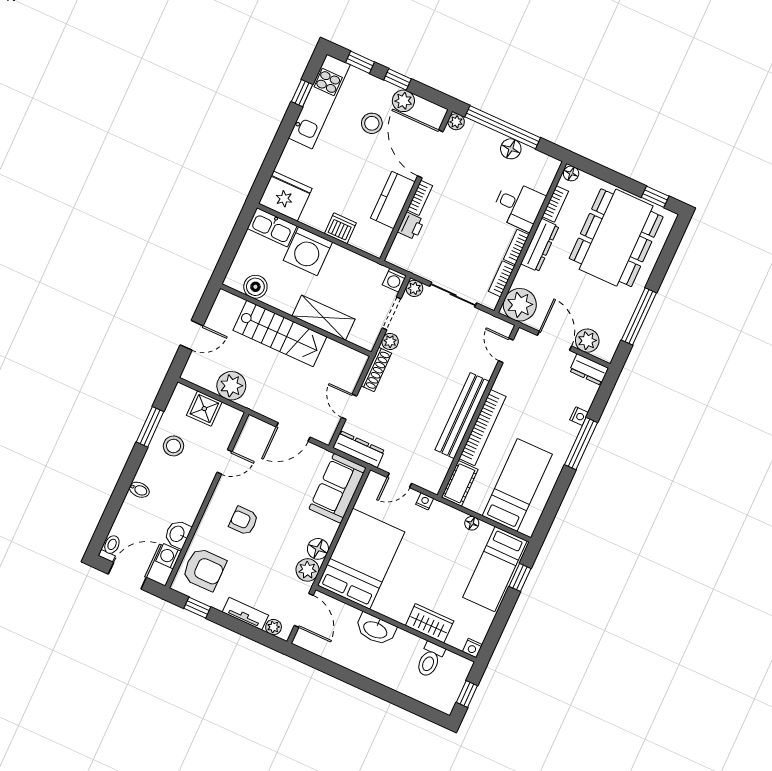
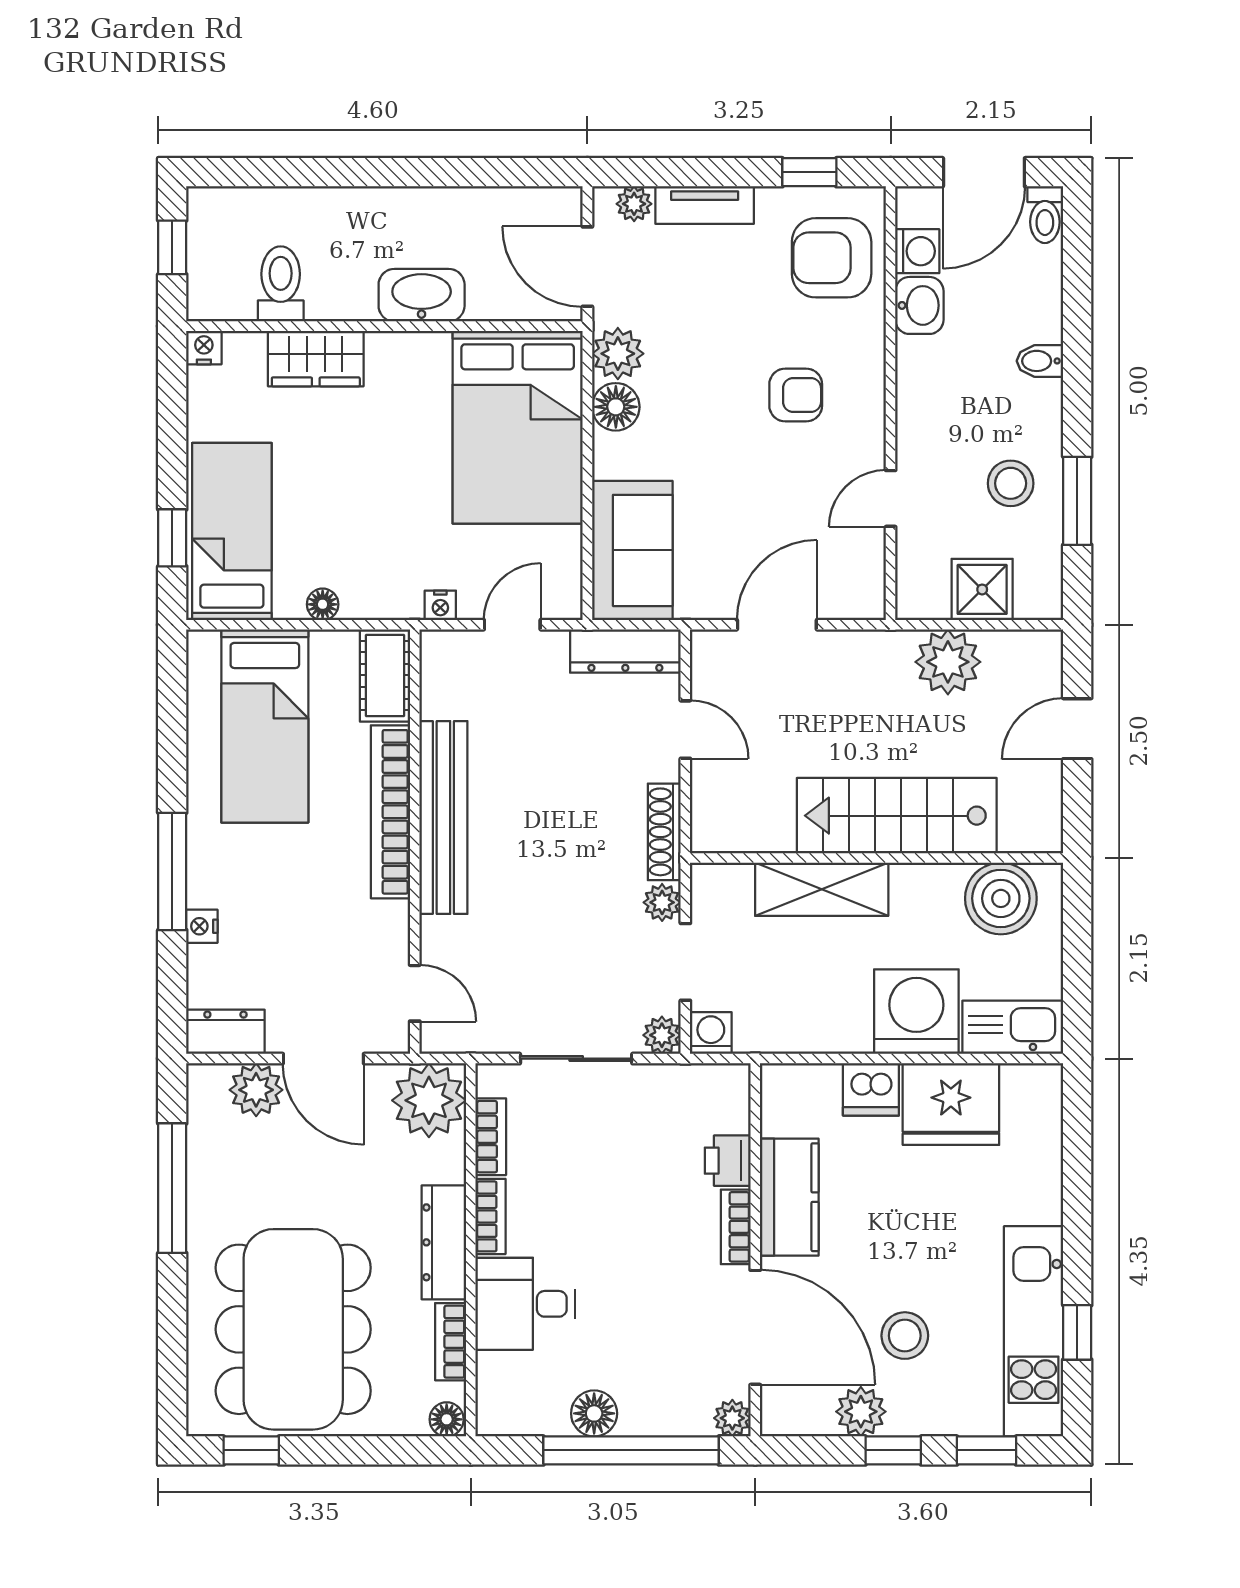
fridge: (285, 196) -> (951, 1104), moved
boiler: (255, 287) -> (1001, 898), width x1.37, depth x1.37

